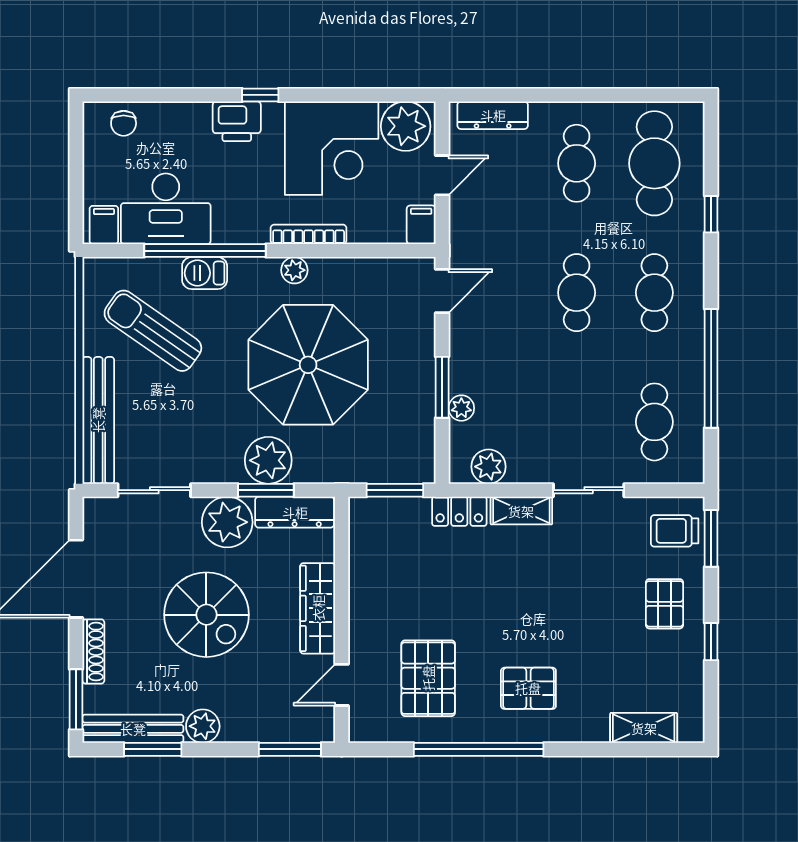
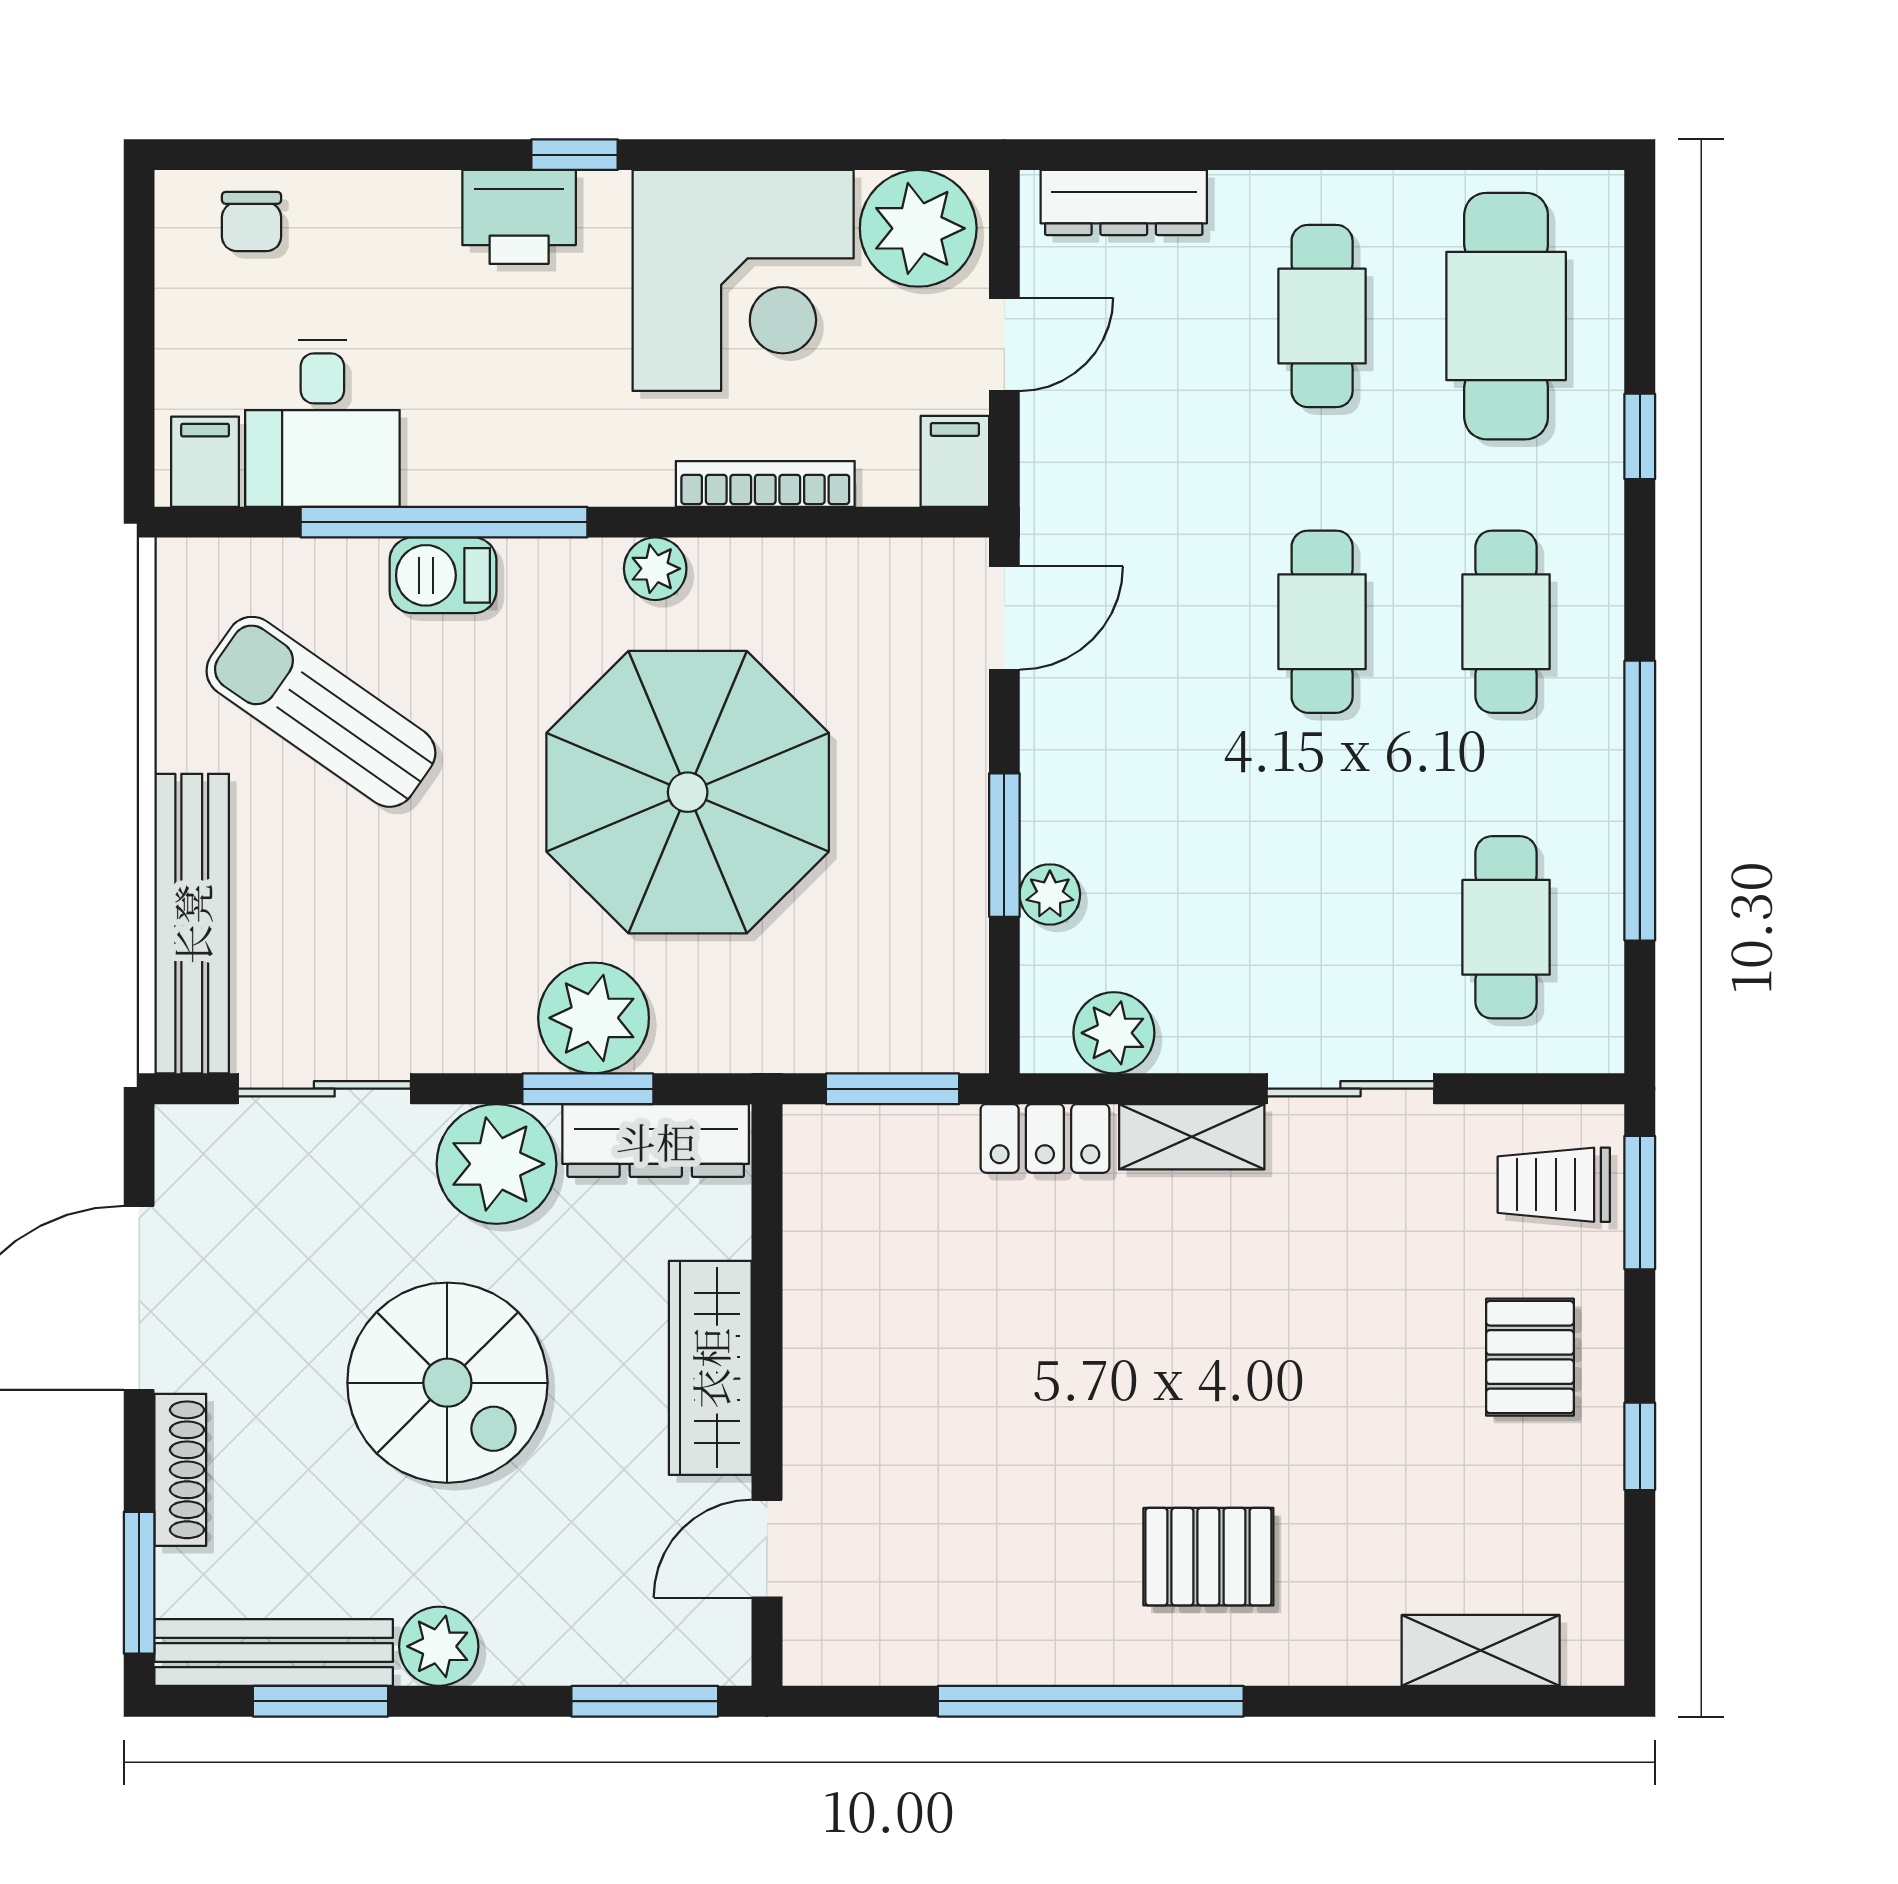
desk: (166, 209) -> (322, 423), width x0.73
bookcase: (309, 234) -> (765, 484), moved
pallet: (428, 678) -> (971, 1533), removed

